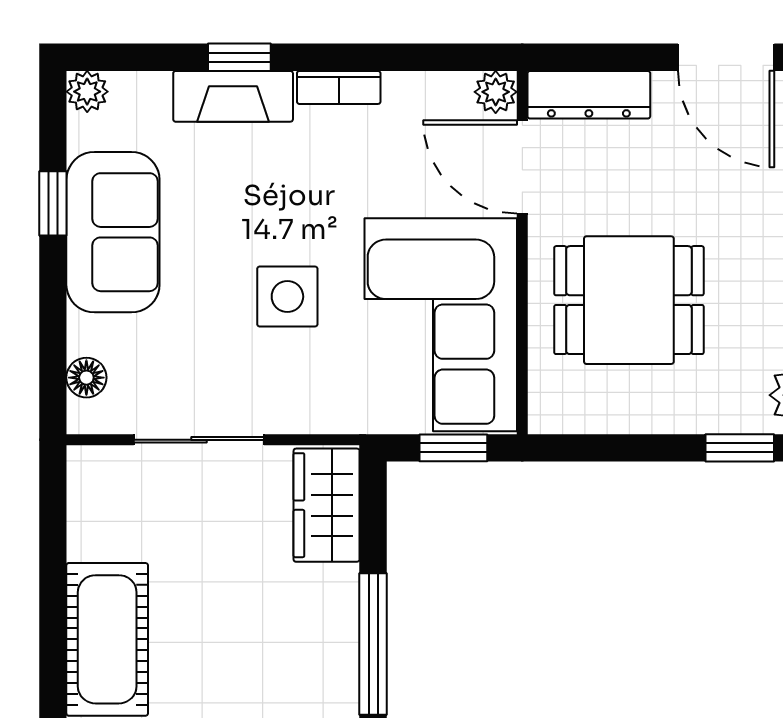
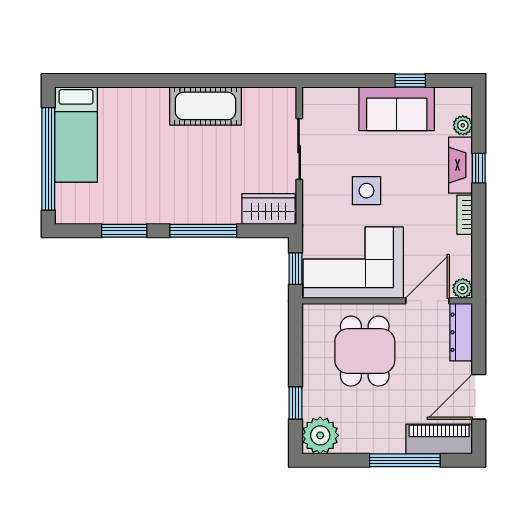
plant: (87, 92) -> (463, 125), moved
floor lamp: (86, 378) -> (328, 96), removed

